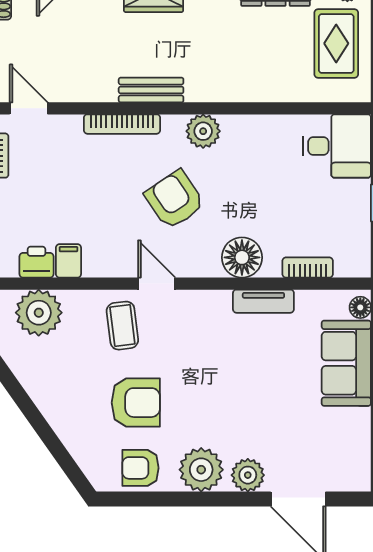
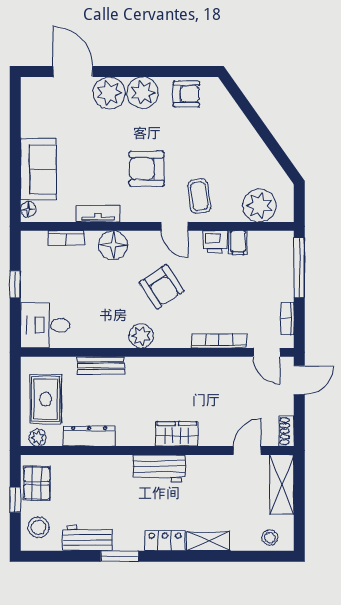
bench: (151, 90) -> (101, 365), moved
bookcase: (122, 124) -> (219, 341), moved
printer: (36, 262) -> (215, 242), moved
armchair: (136, 403) -> (147, 169), moved
plant: (248, 475) -> (109, 93), width x1.36, depth x1.36

